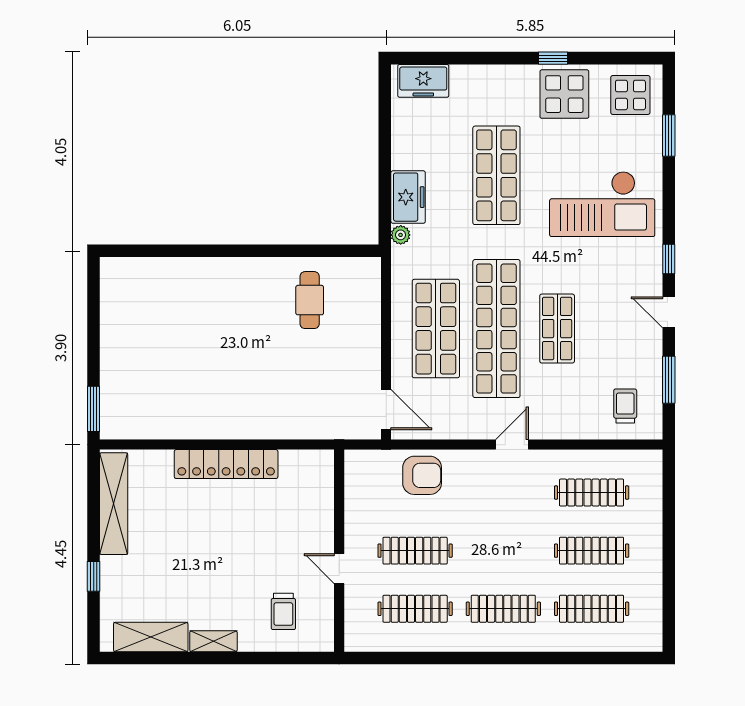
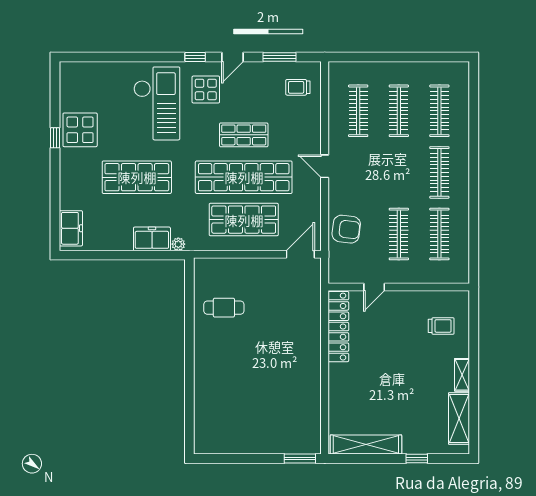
display table: (630, 95) -> (206, 90), moved
window: (669, 135) -> (109, 57), removed
locker: (226, 464) -> (338, 327), moved
armchair: (422, 475) -> (346, 229), turned 97
door: (339, 569) -> (374, 287), moved

